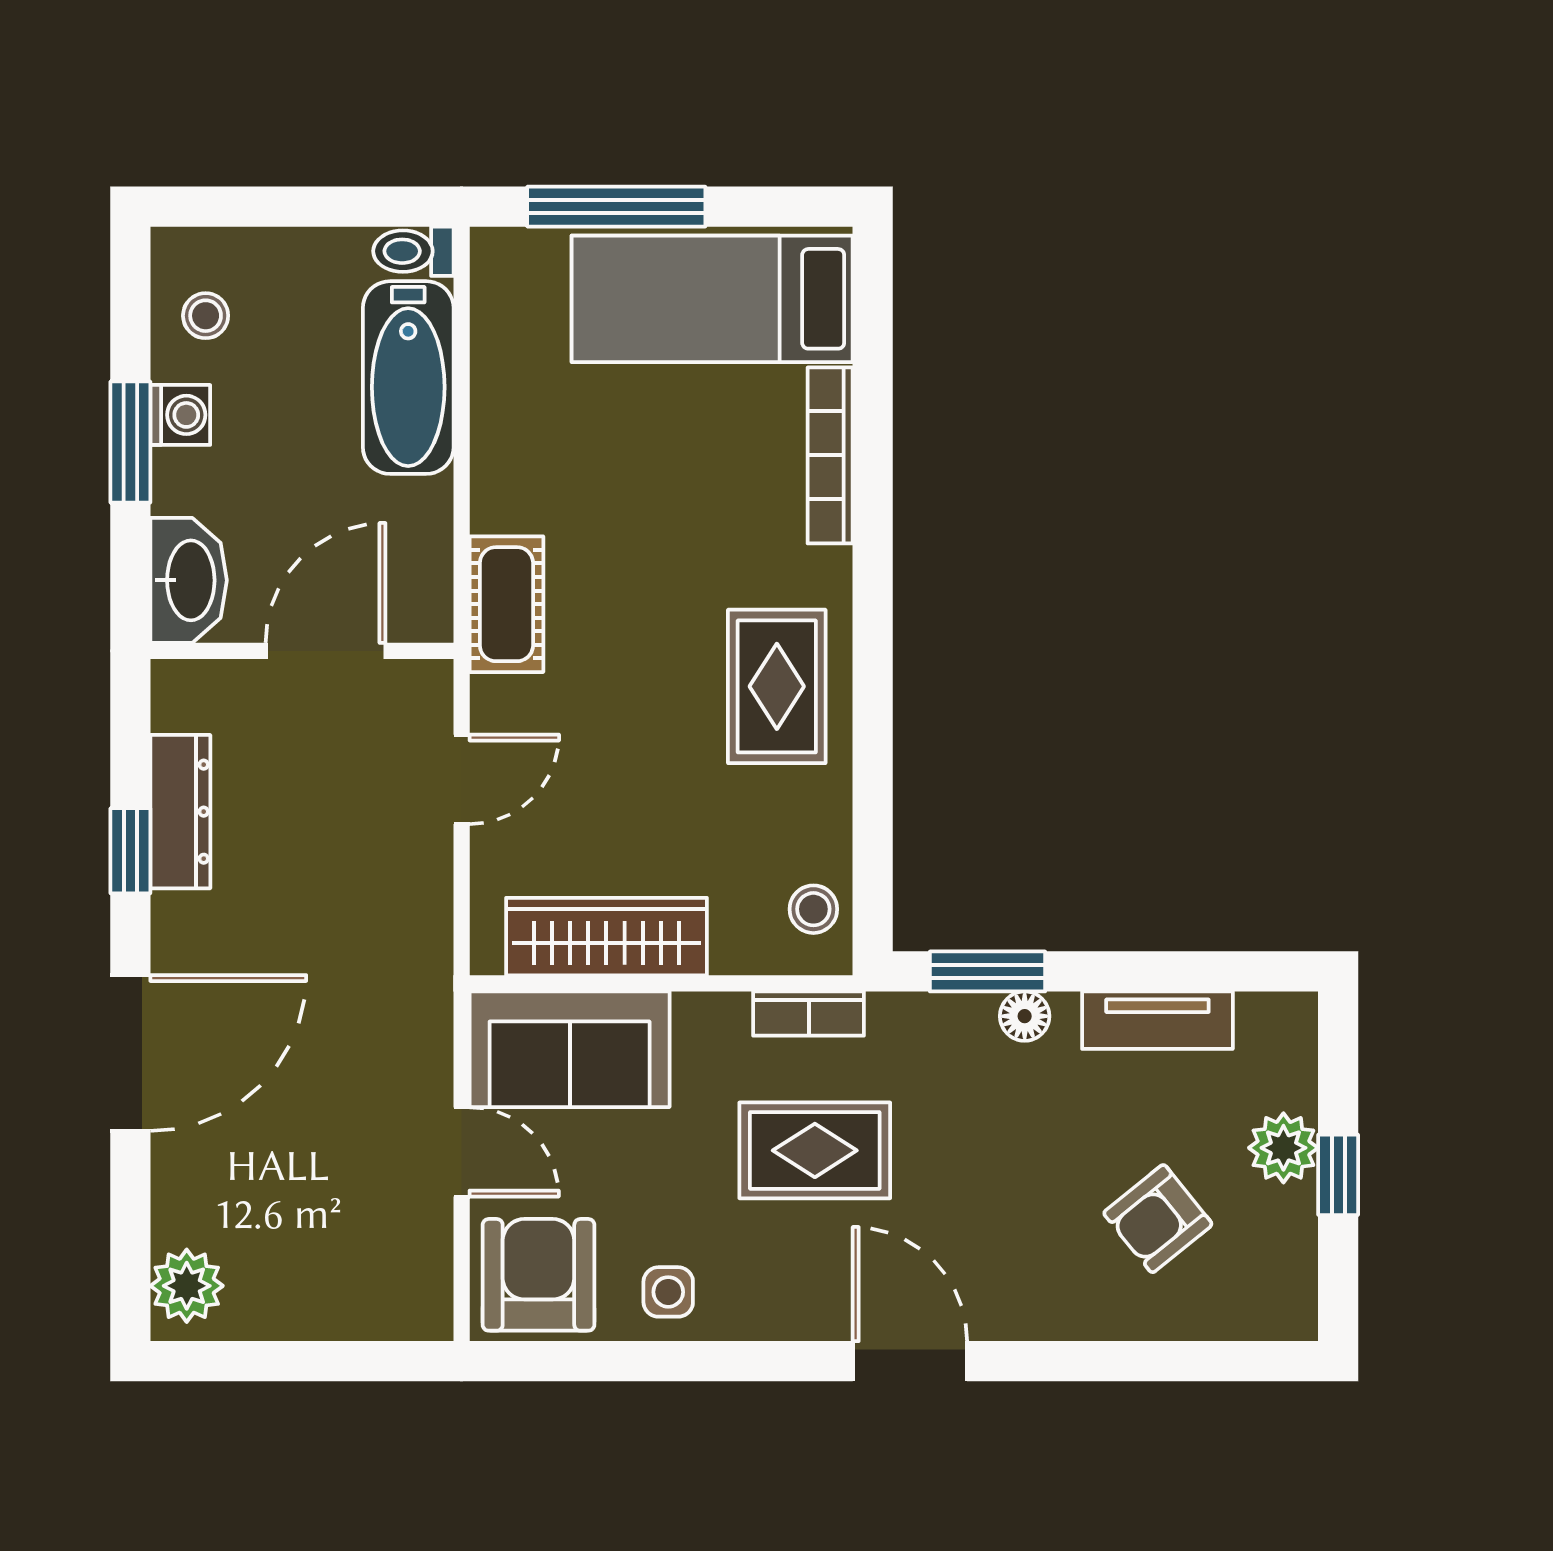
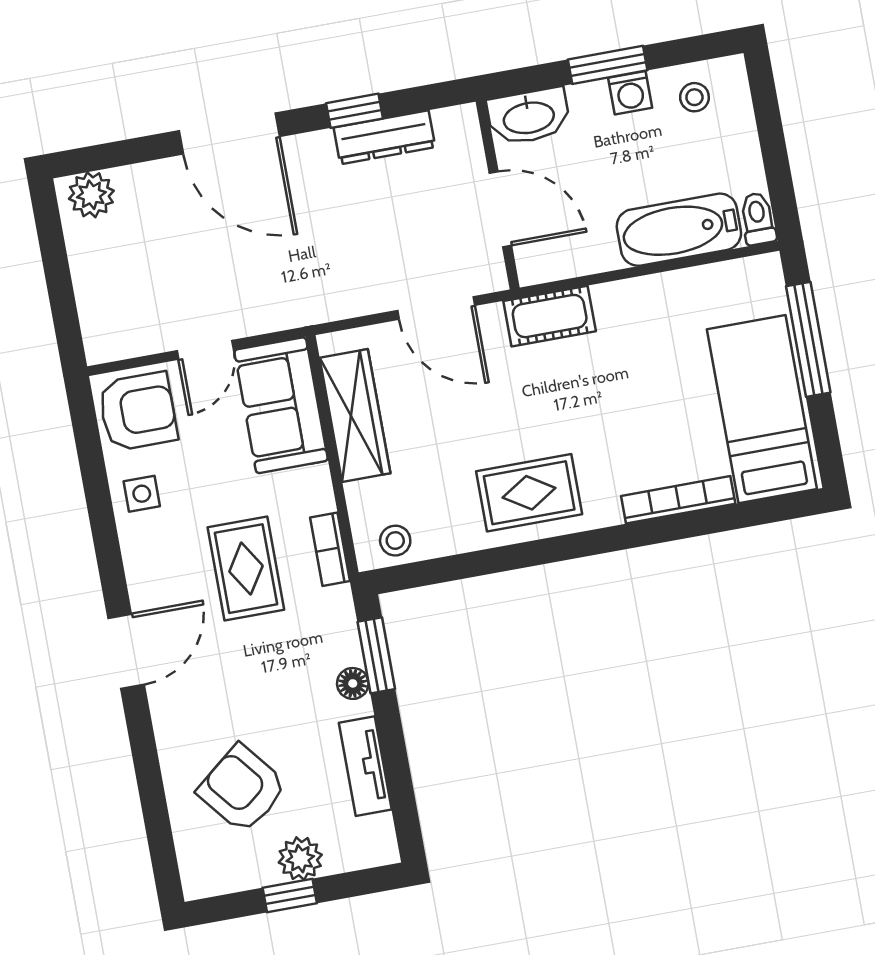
door: (462, 779) -> (436, 308), width x1.38
armchair: (1158, 1219) -> (242, 789), width x1.38, depth x1.38

